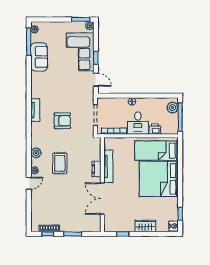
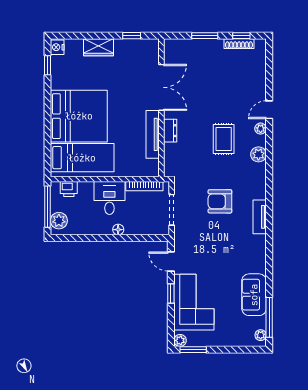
printer: (155, 129) -> (69, 189), moved

